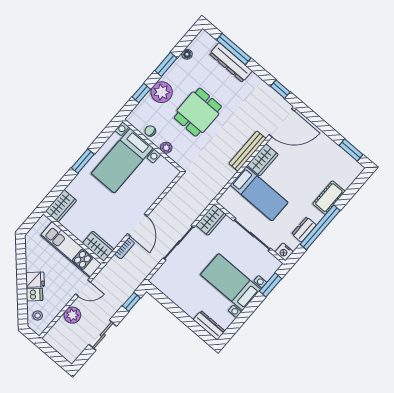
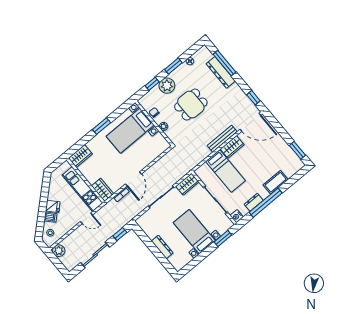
plant: (72, 315) -> (59, 251), moved
dresser: (209, 325) -> (162, 247), moved
sliding door: (103, 335) -> (95, 255), width x1.37

